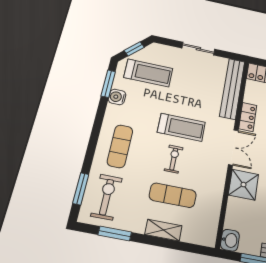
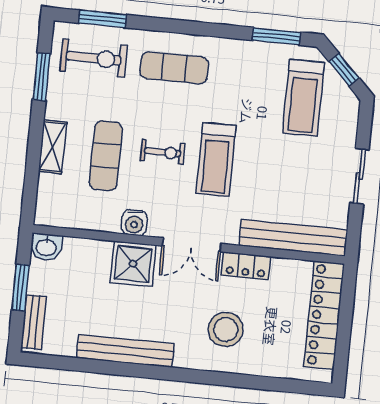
water cooler: (117, 97) -> (134, 223), moved, turned 180

